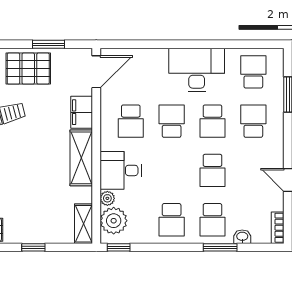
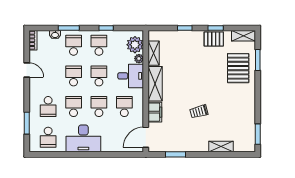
pallet: (28, 69) -> (188, 139), removed
school desk: (172, 121) -> (99, 107), turned 180
school desk: (172, 170) -> (99, 76), added
shelving: (84, 224) -> (154, 53), moved
window: (119, 247) -> (106, 28), moved

